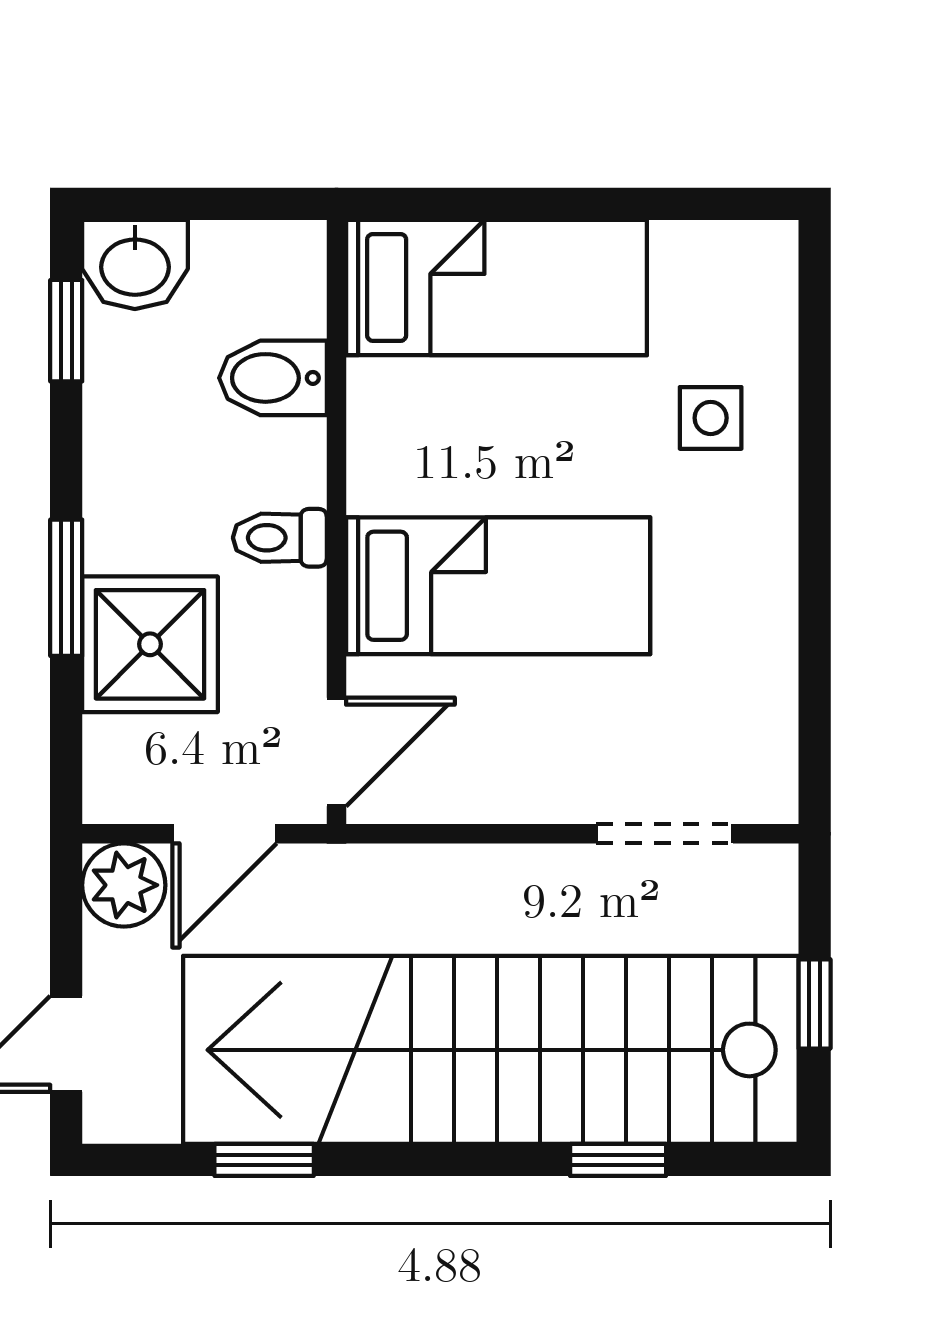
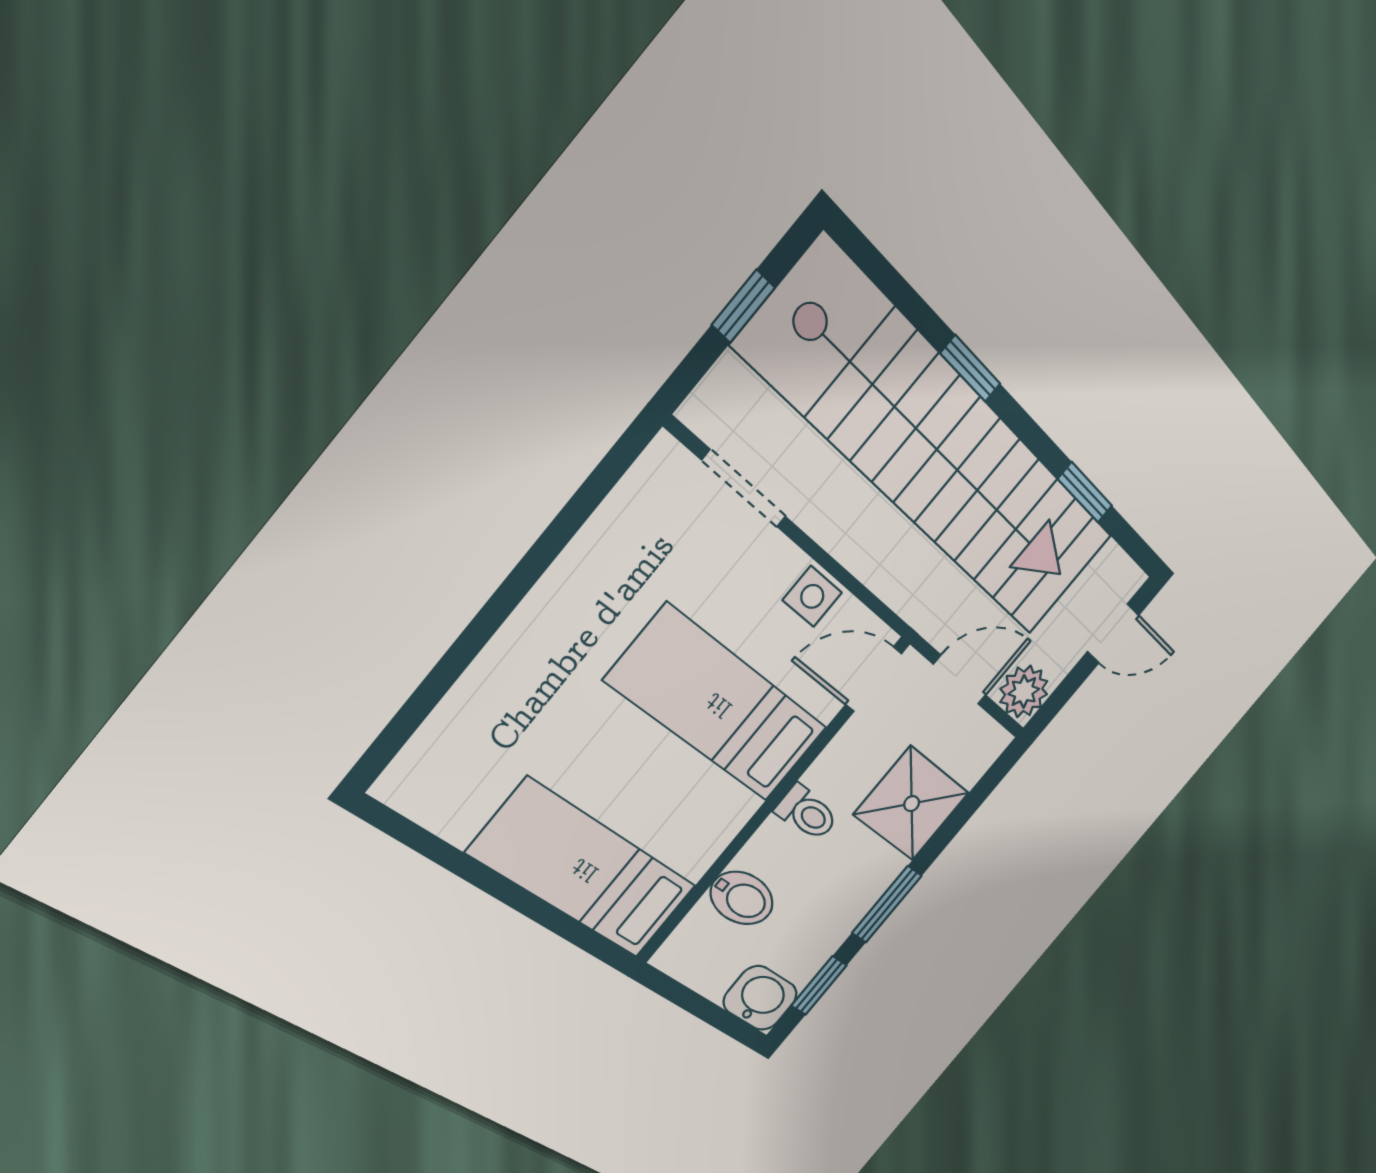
side table: (711, 418) -> (812, 596), moved
window: (66, 588) -> (887, 904), moved
window: (618, 1160) -> (970, 369), moved

